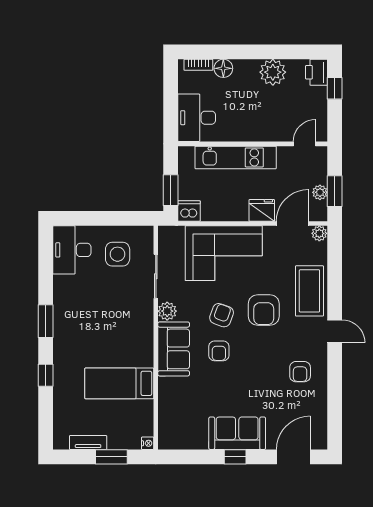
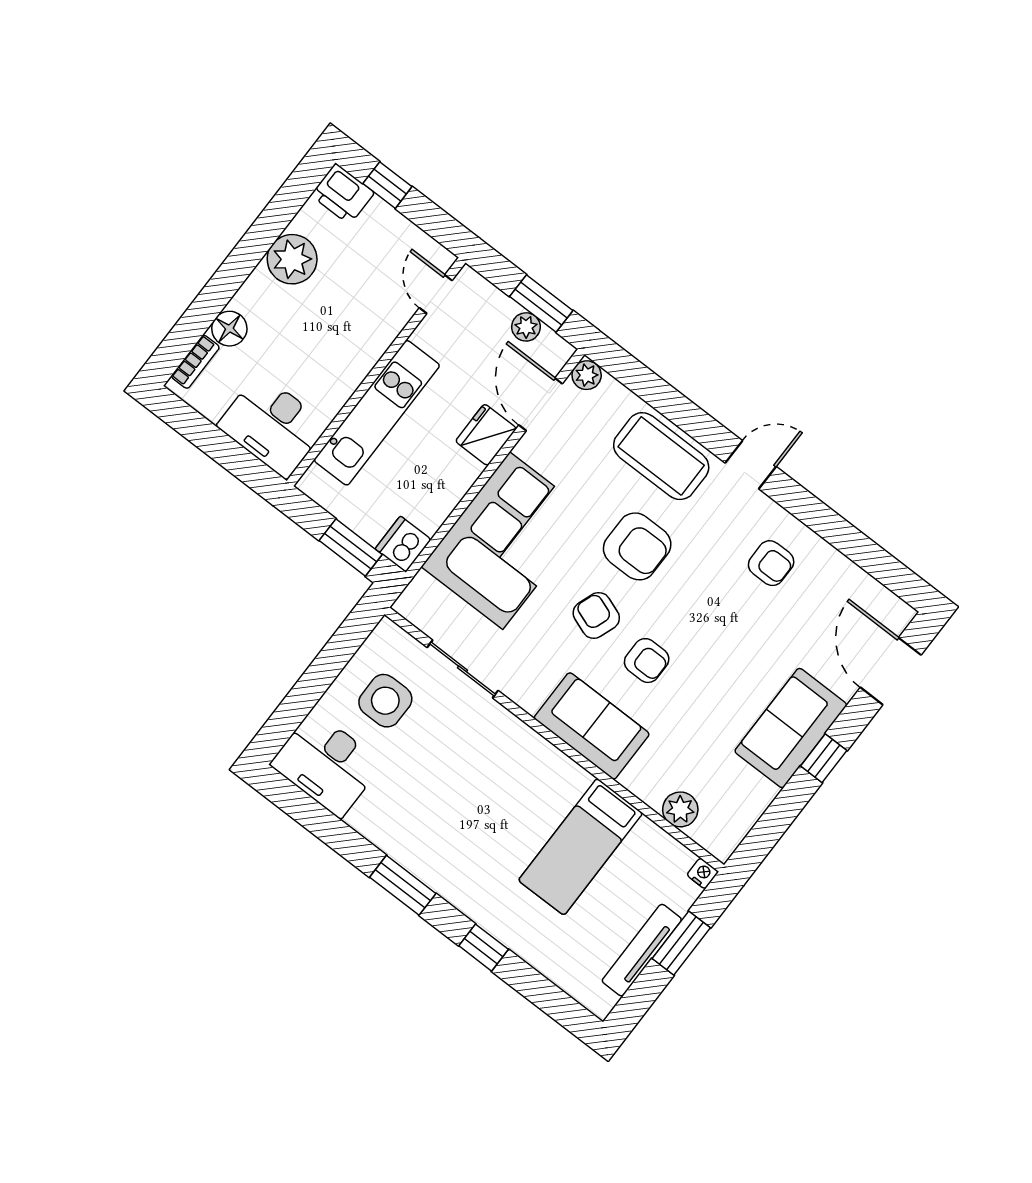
plant: (167, 311) -> (680, 809), moved
tv unit: (88, 443) -> (642, 950), width x1.41

